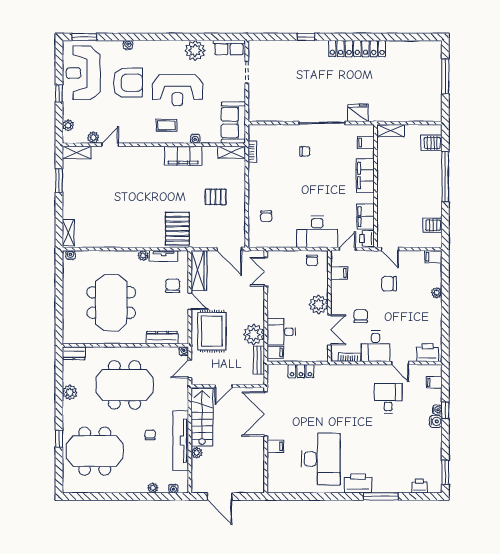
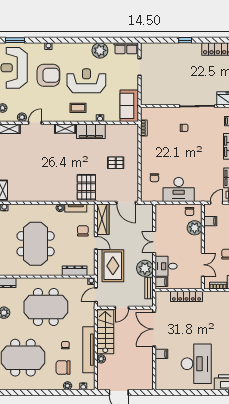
reception desk: (177, 90) -> (86, 81), turned 180
shelving: (232, 152) -> (65, 129), moved
desk: (317, 232) -> (179, 190), moved
double door: (266, 272) -> (154, 242), moved
plant: (319, 304) -> (195, 228), moved
locker: (301, 371) -> (187, 296), width x1.53
chair: (147, 464) -> (63, 367), added

